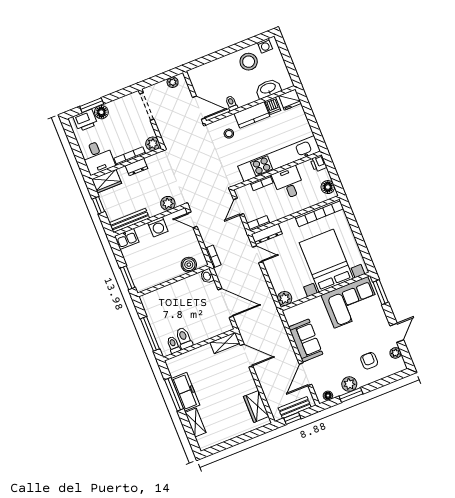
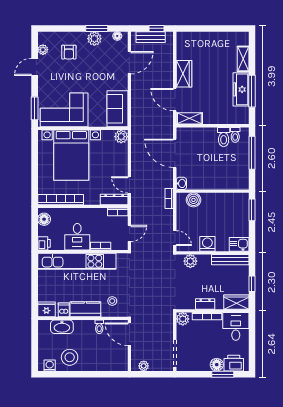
sofa: (306, 341) -> (117, 109), moved
wardrobe: (256, 406) -> (184, 74), moved

